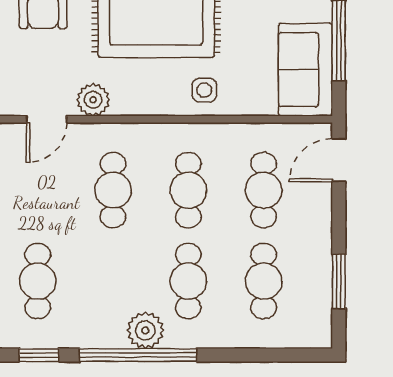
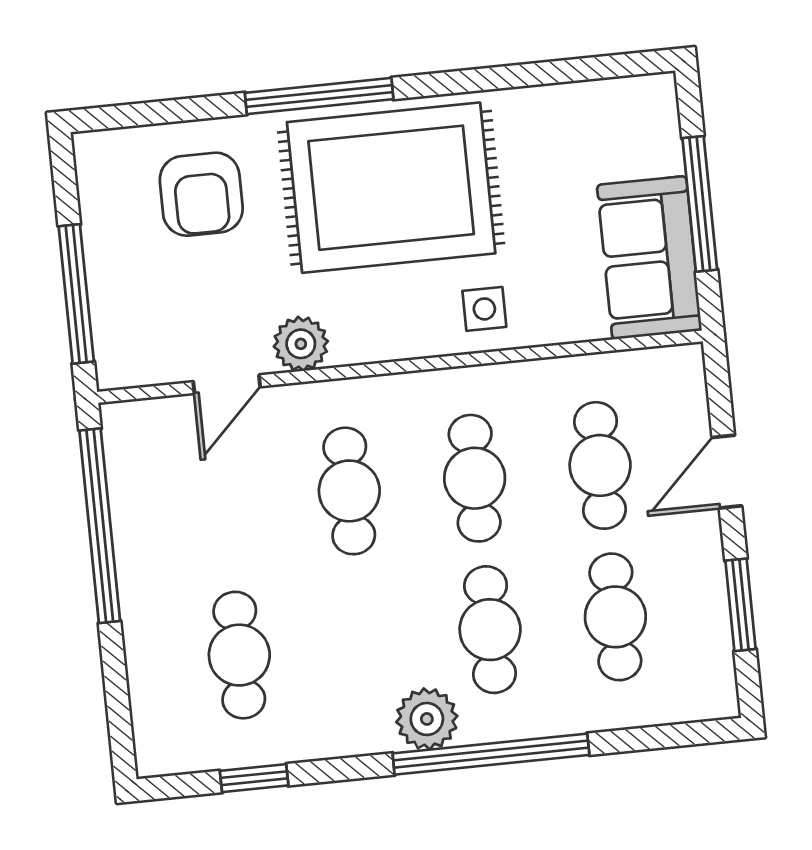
door: (339, 160) -> (727, 472), moved
window: (138, 355) -> (491, 754), moved

